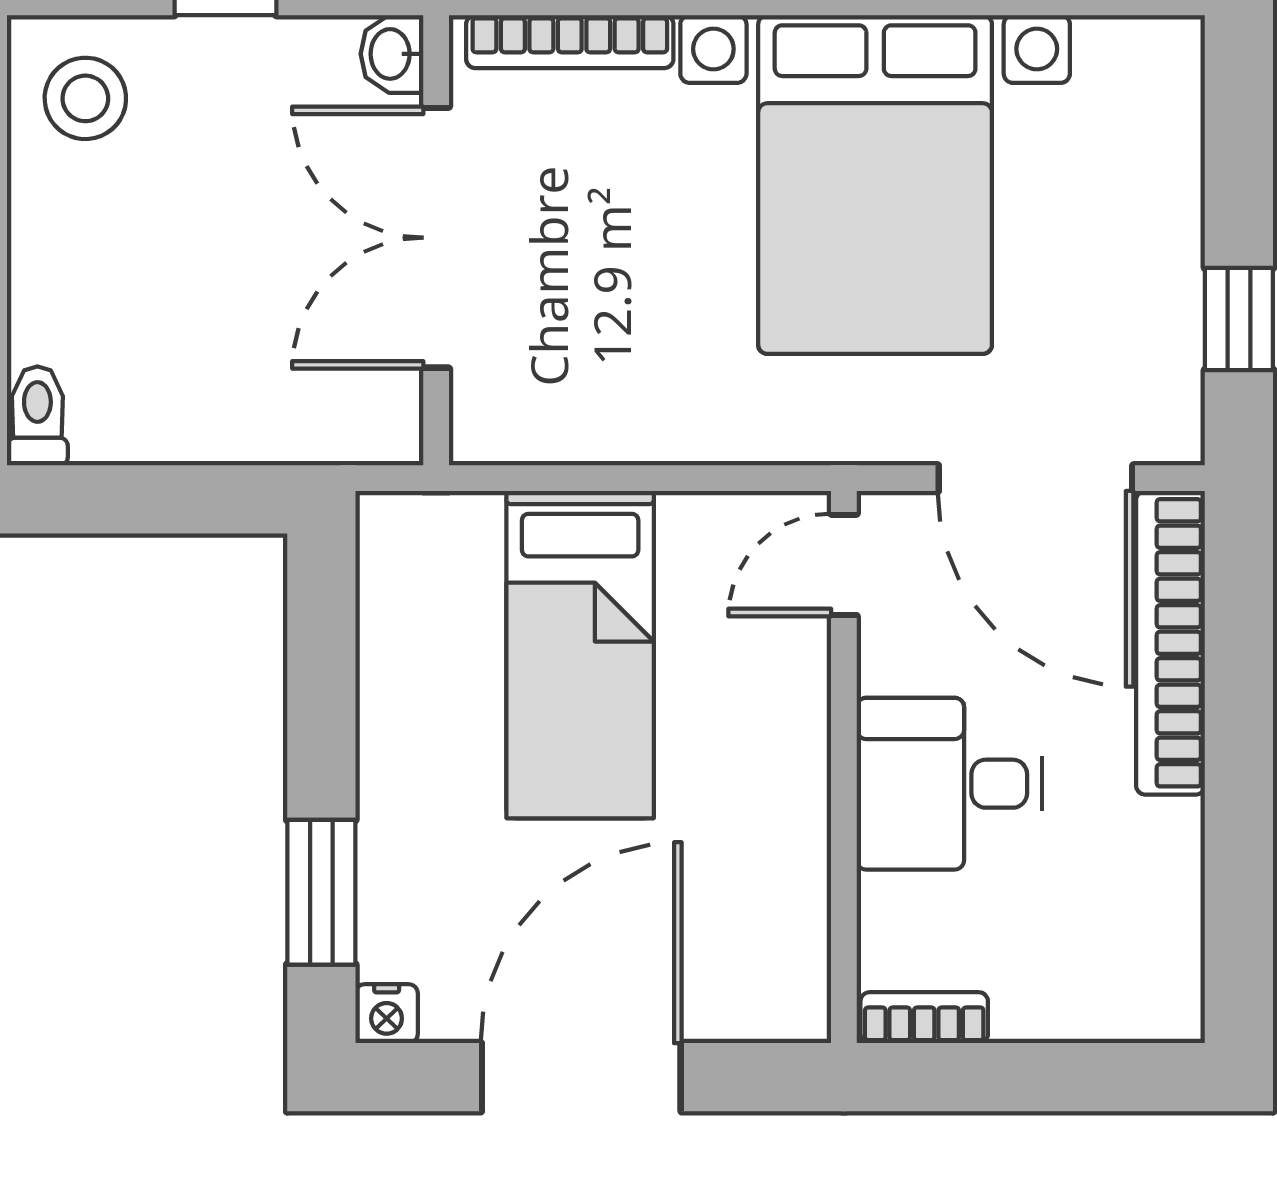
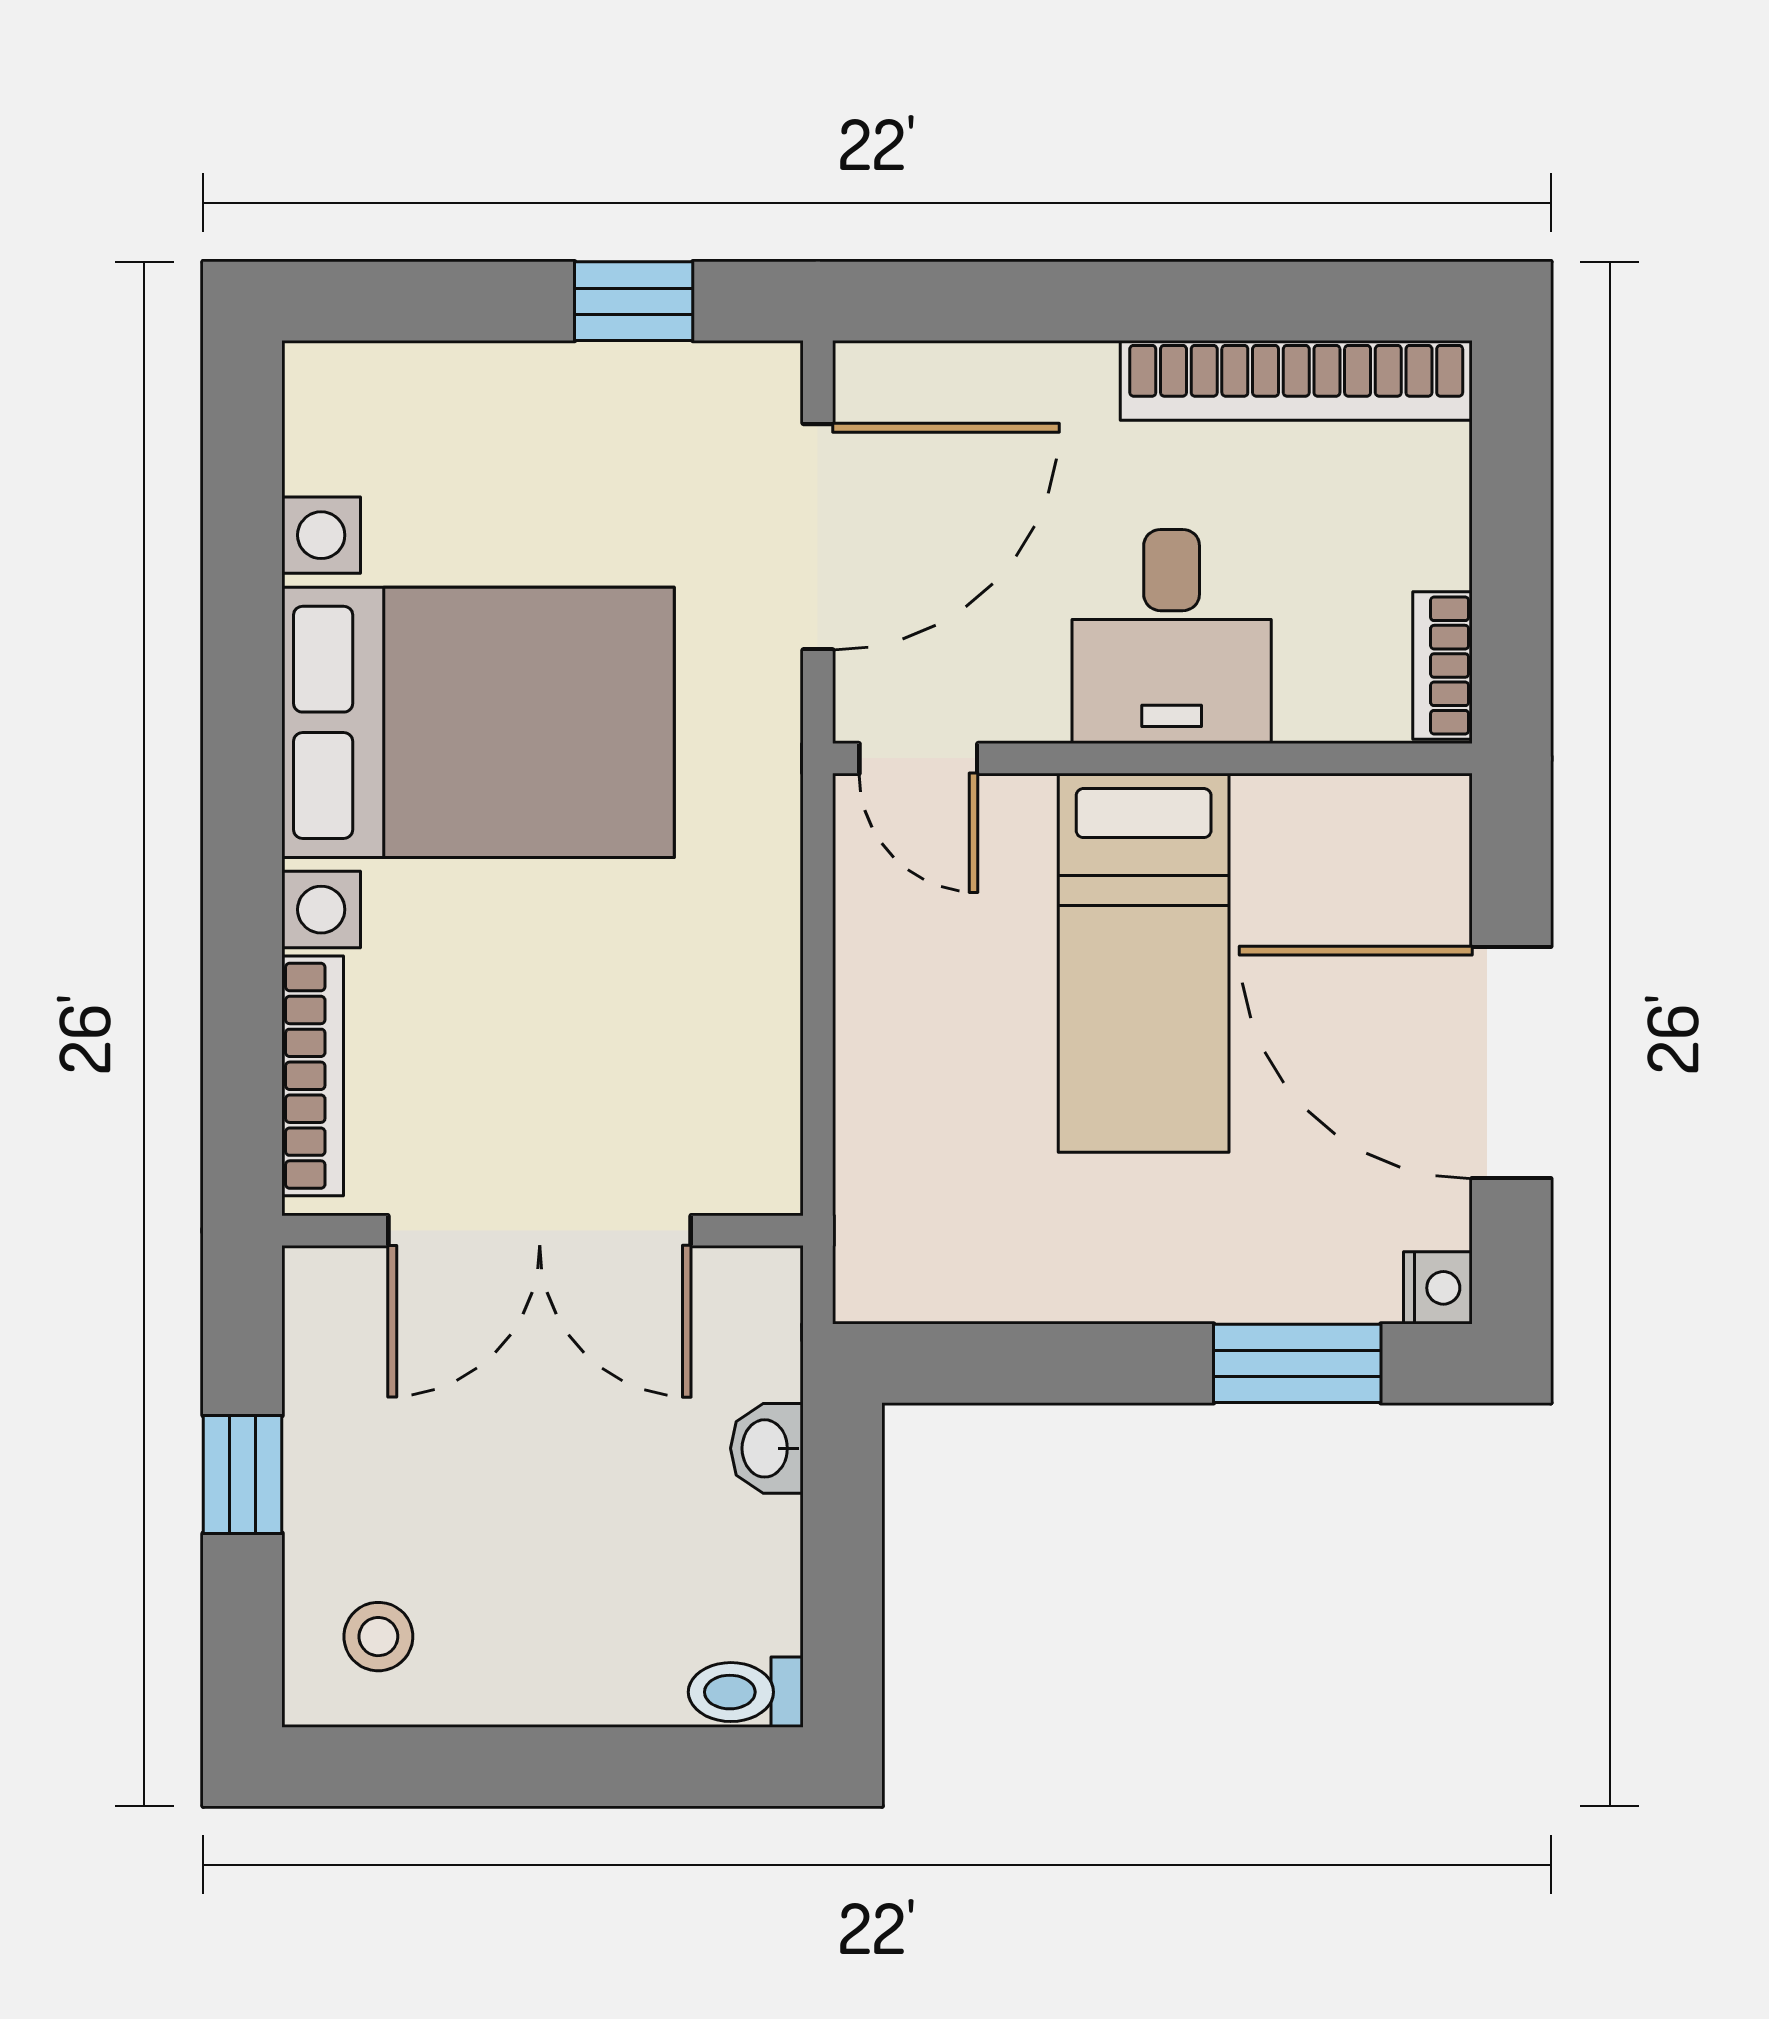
washbasin: (392, 54) -> (767, 1448), moved, turned 90
stool: (85, 98) -> (378, 1637), width x0.73, depth x0.73
bookcase: (1171, 643) -> (1296, 380), moved
bed: (580, 655) -> (1144, 963), moved, turned 90

